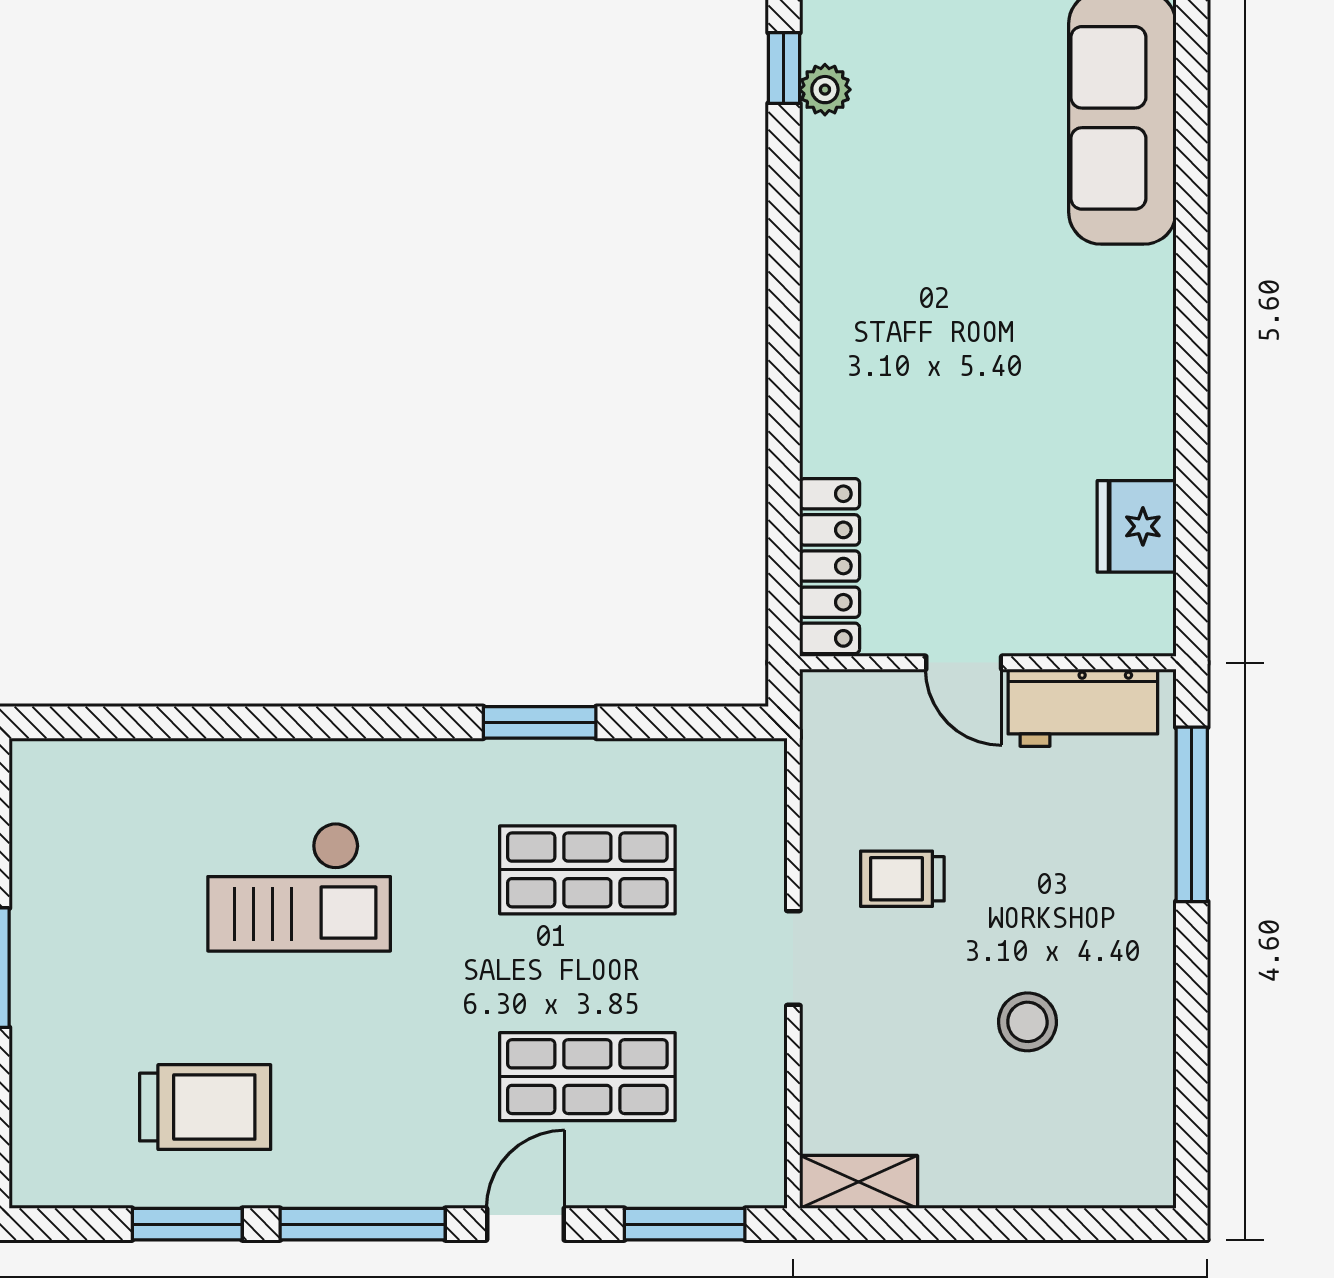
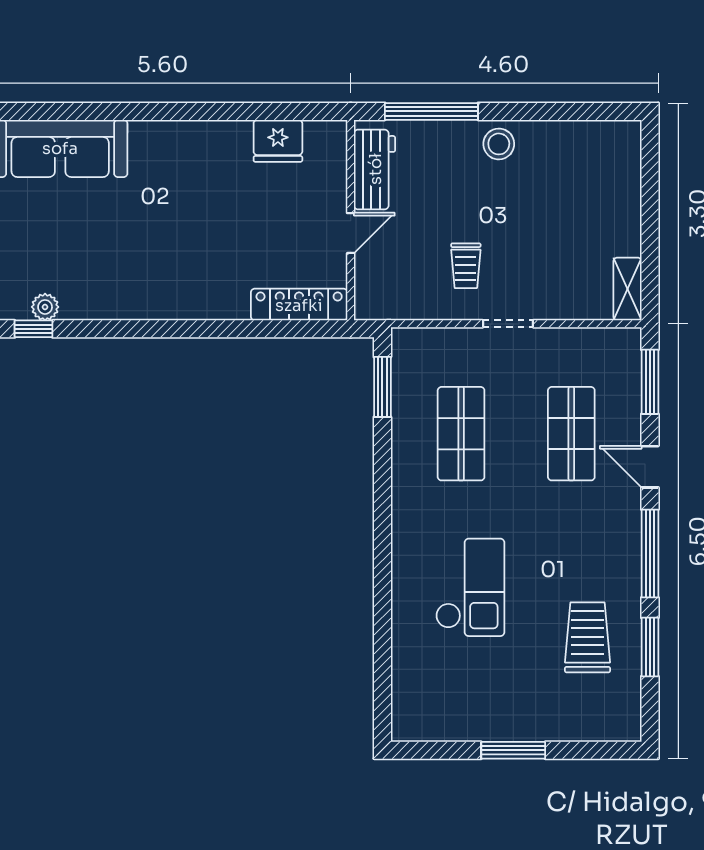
window: (540, 722) -> (382, 387), moved
stool: (1027, 1022) -> (499, 144), moved

